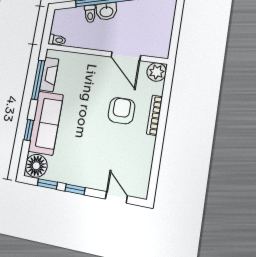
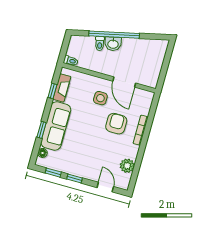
plant: (157, 72) -> (127, 166), moved
window: (38, 80) -> (52, 91), width x0.46
side table: (98, 81) -> (100, 98), added
floor lamp: (36, 166) -> (43, 153), width x0.53, depth x0.53

